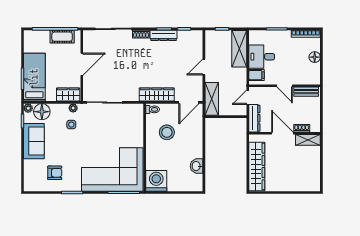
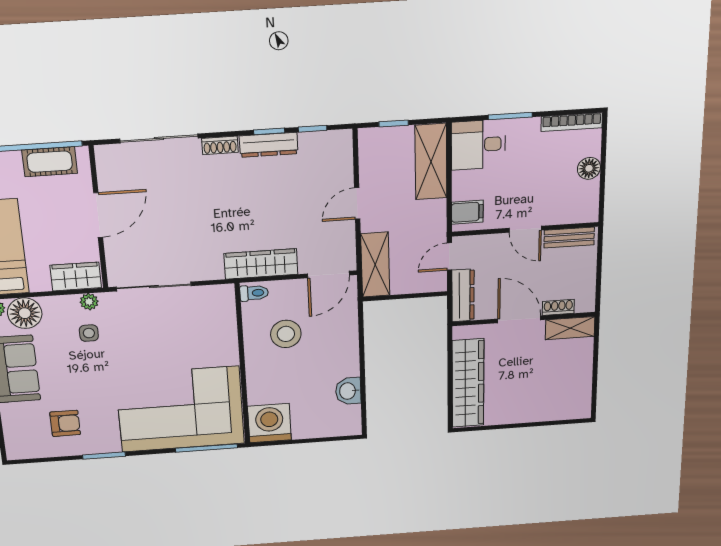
desk: (262, 57) -> (478, 145), moved

